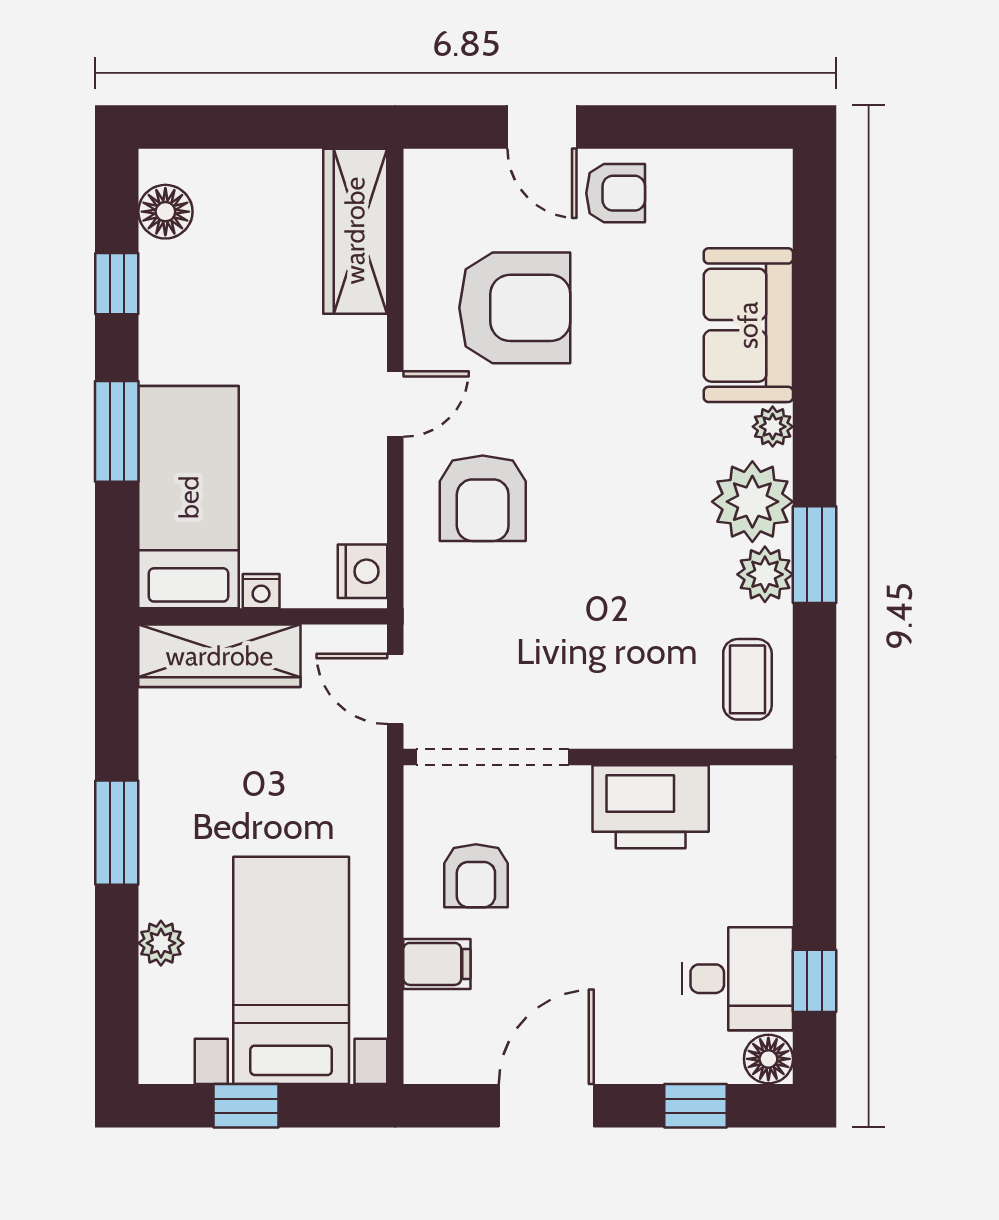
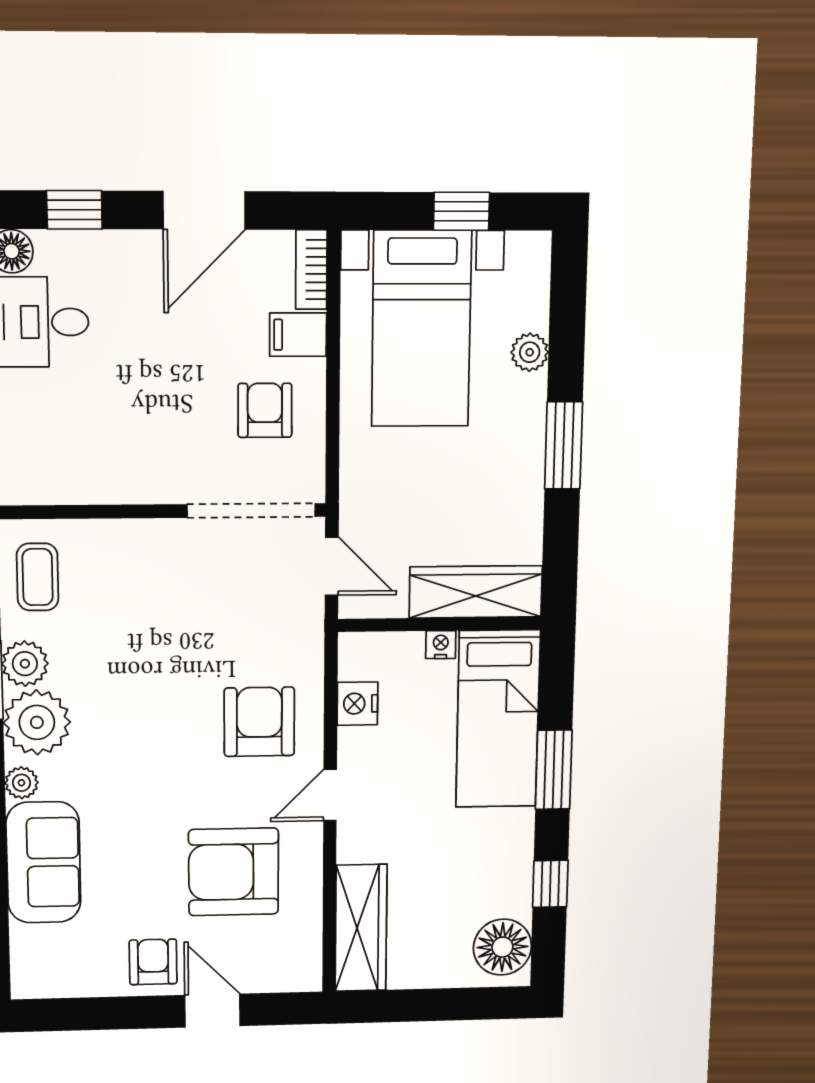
armchair: (616, 193) -> (153, 962), turned 90
floor lamp: (165, 212) -> (502, 947), width x1.38, depth x1.38
nightstand: (363, 571) -> (357, 704), moved
printer: (651, 807) -> (117, 470), removed
bookcase: (422, 1039) -> (311, 270), added

